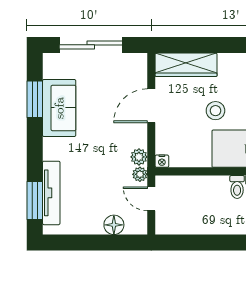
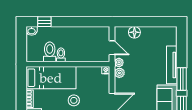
tv unit: (51, 193) -> (172, 65), moved
window: (35, 200) -> (182, 79), moved

